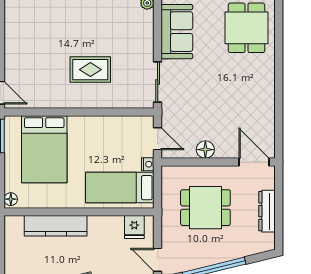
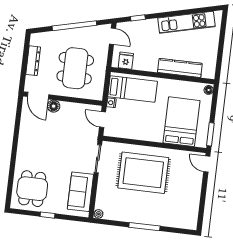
rug: (90, 70) -> (143, 173), width x1.86, depth x2.06
floor lamp: (205, 150) -> (54, 106), moved
dining table: (205, 208) -> (75, 68), width x1.38

